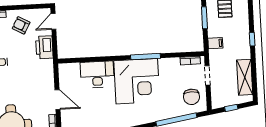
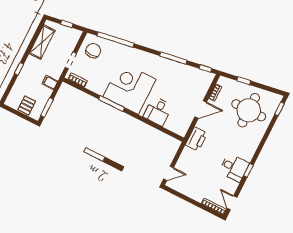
armchair: (21, 25) -> (196, 185), removed
printer: (44, 47) -> (196, 139), moved
desk: (97, 74) -> (158, 111), width x0.73
door: (58, 100) -> (201, 109), swing flipped

